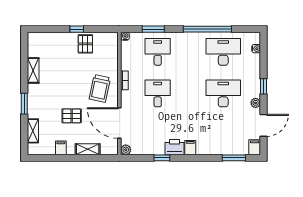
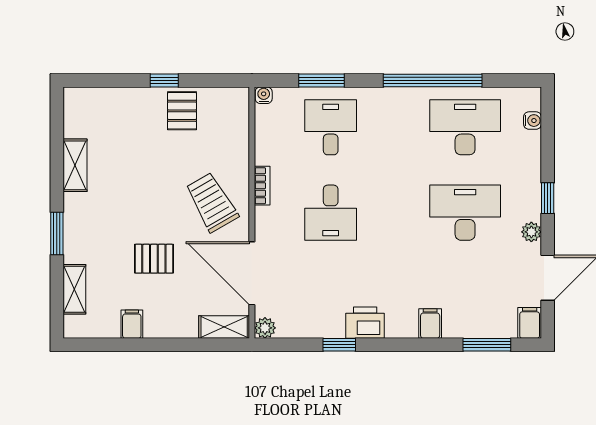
trolley: (100, 88) -> (212, 202), turned 138
desk: (158, 93) -> (331, 213), turned 180
filing cabinet: (190, 148) -> (430, 324), moved
shelving: (88, 149) -> (224, 327), moved

